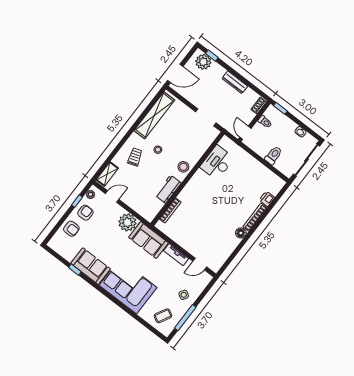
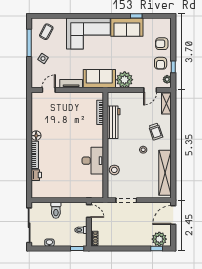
dresser: (235, 82) -> (125, 242), removed
desk: (217, 163) -> (93, 161), moved
stool: (183, 167) -> (114, 170), moved
workbench: (168, 189) -> (114, 122), width x1.37

